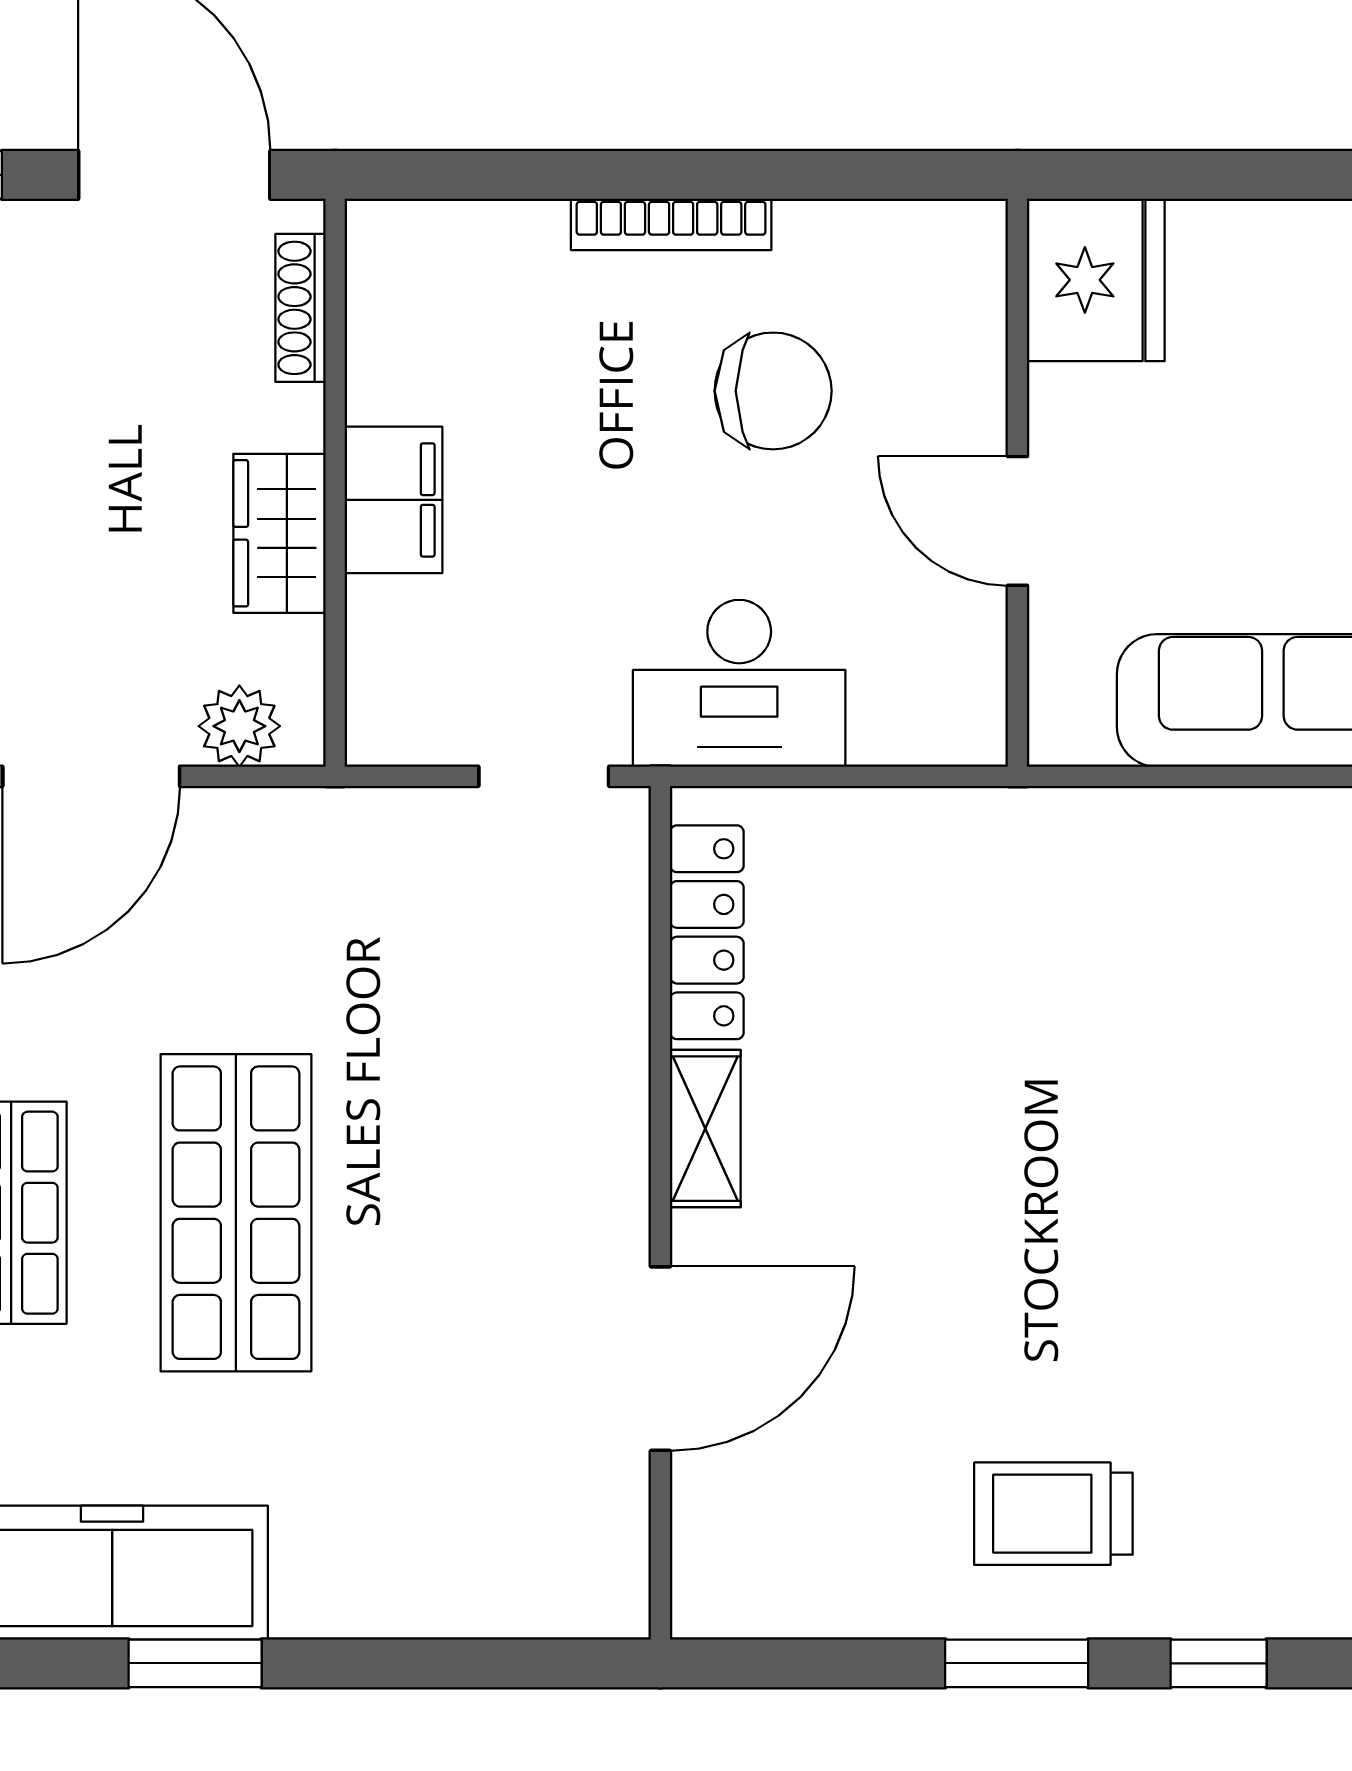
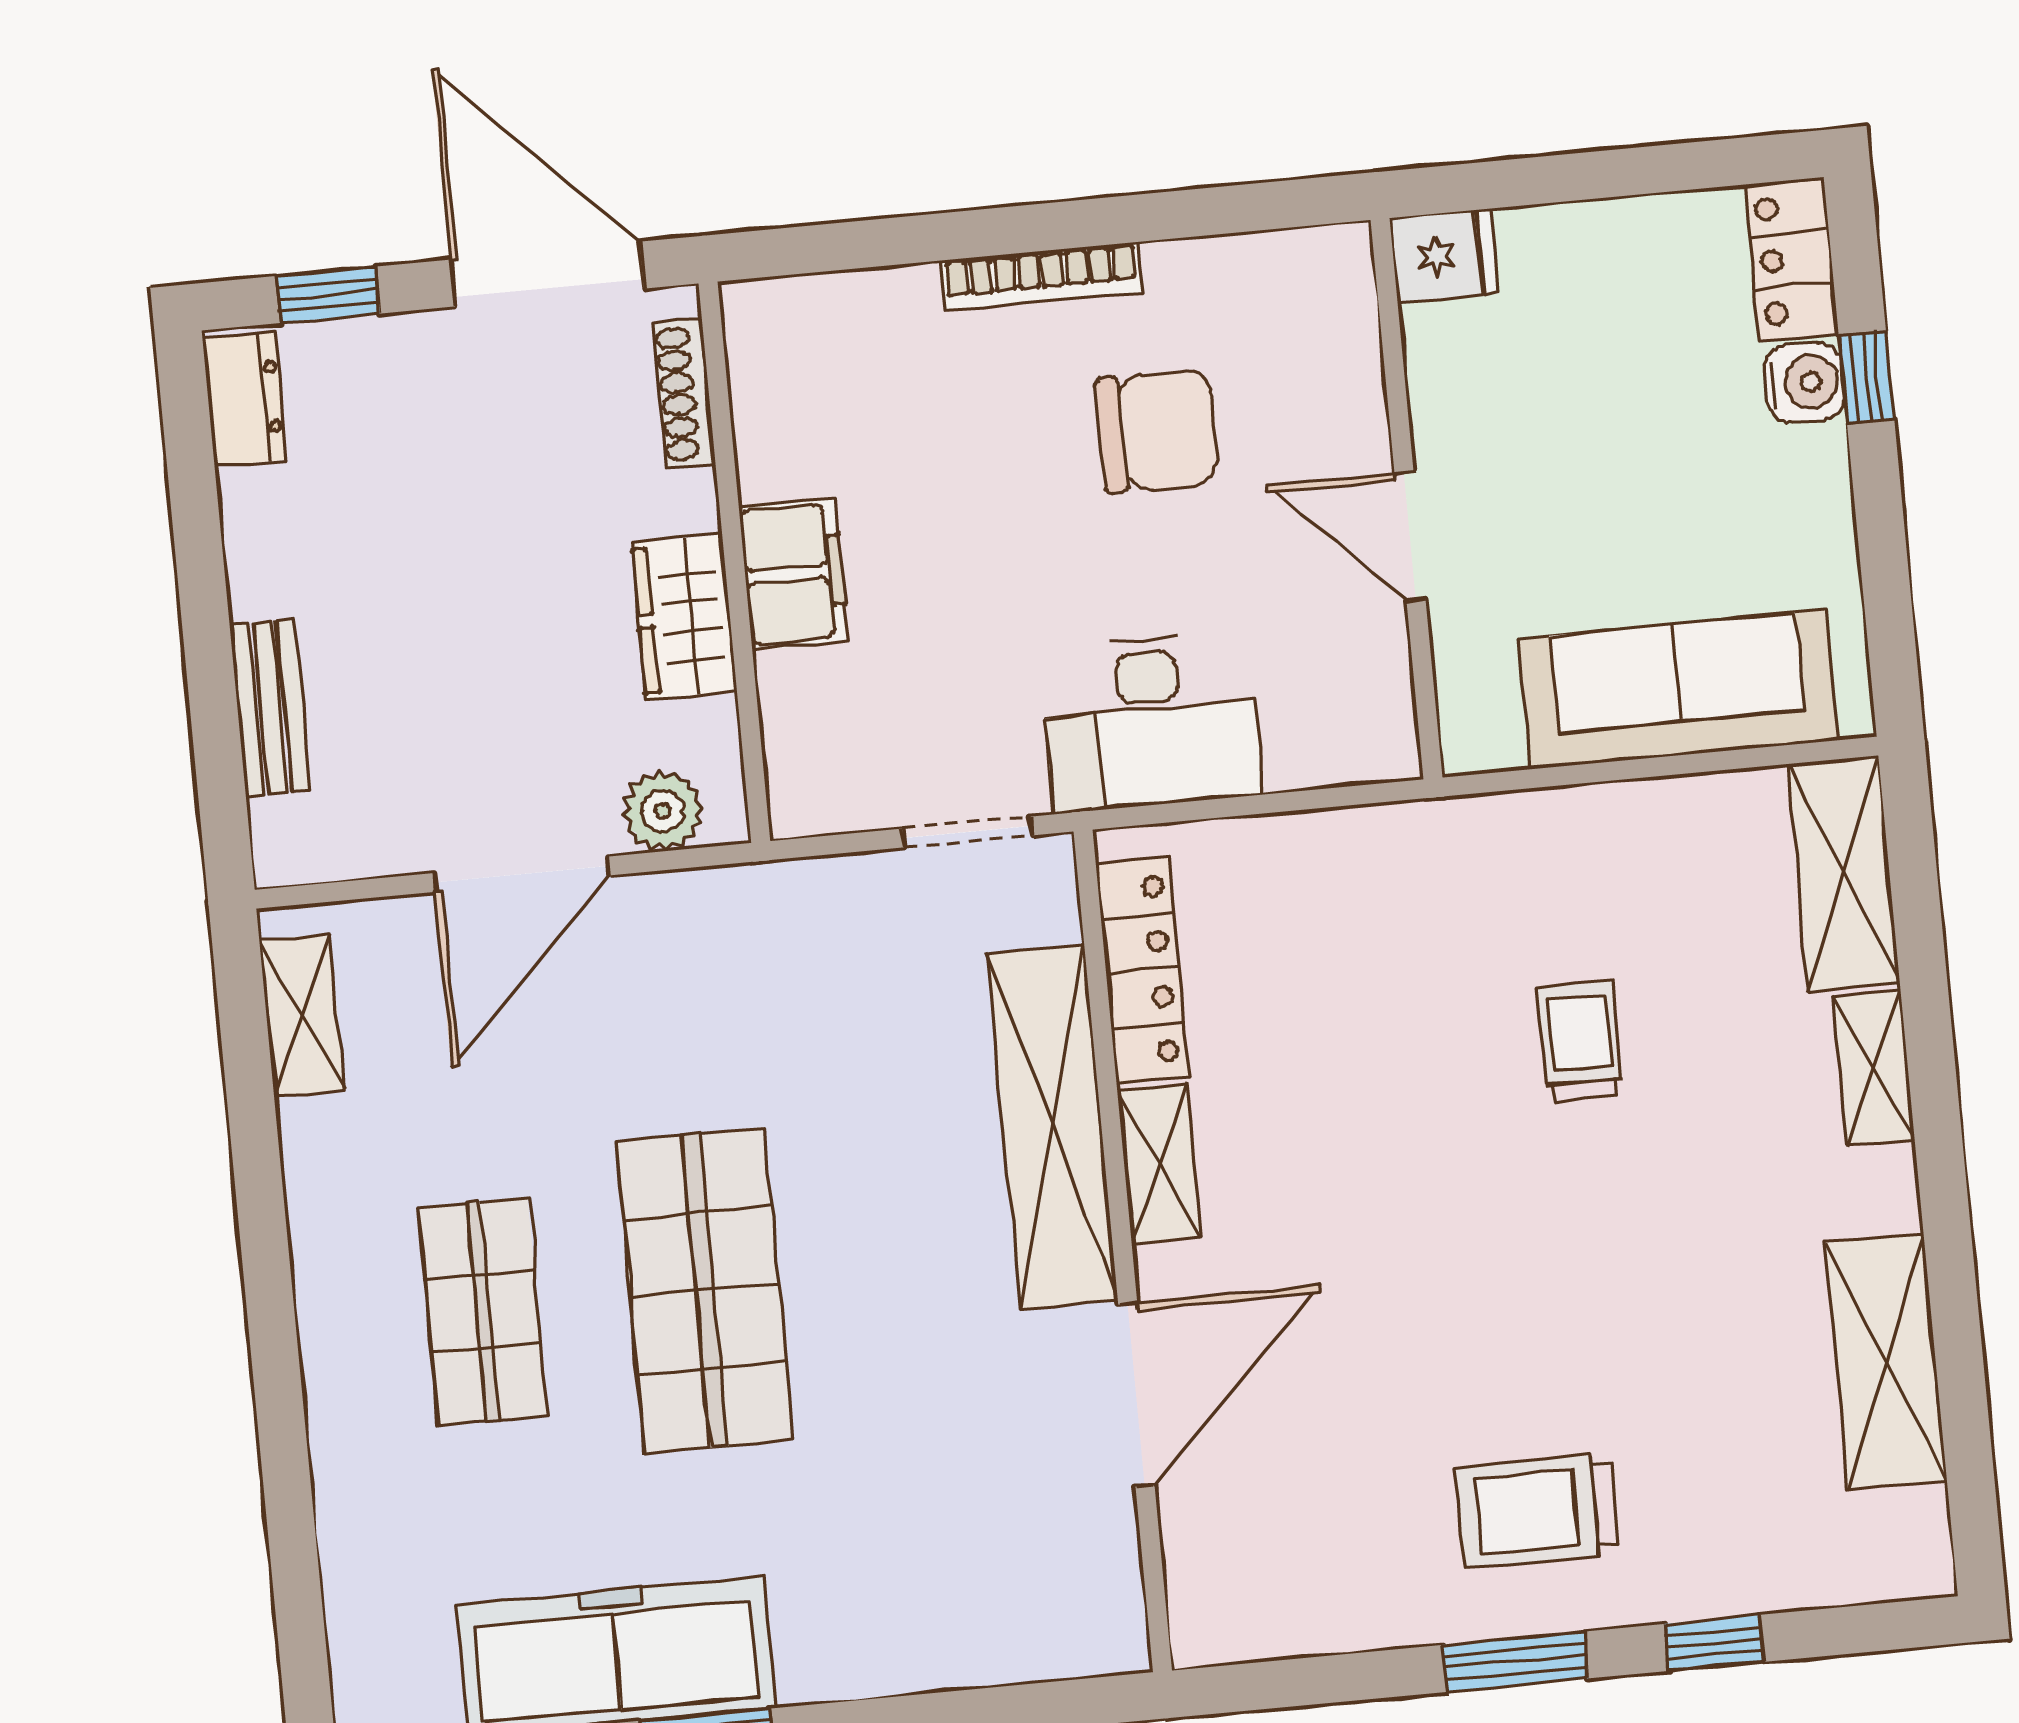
fridge: (1096, 280) -> (1444, 256), width x0.53, depth x0.75
trolley: (1141, 1044) -> (1580, 1040), added
shelving: (602, 1081) -> (1053, 1127), added

